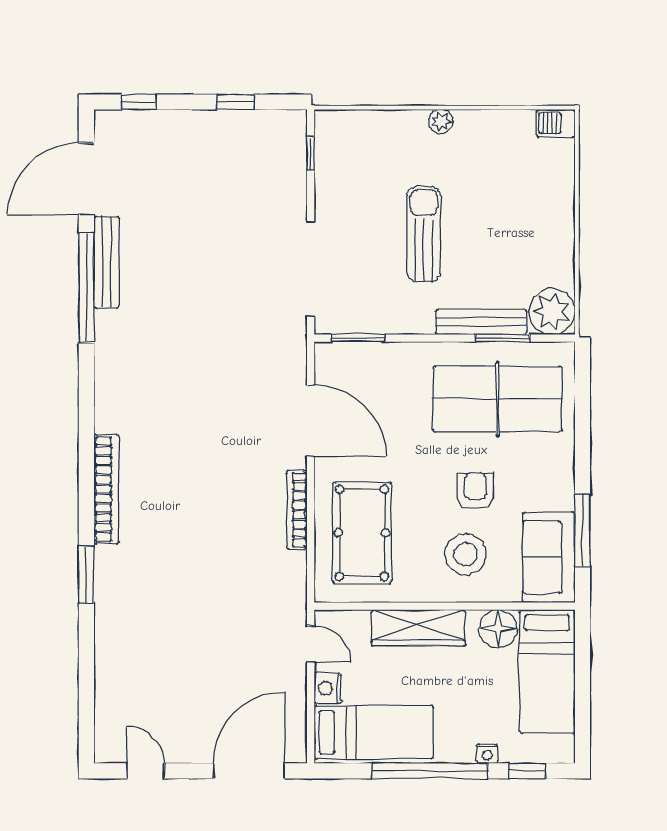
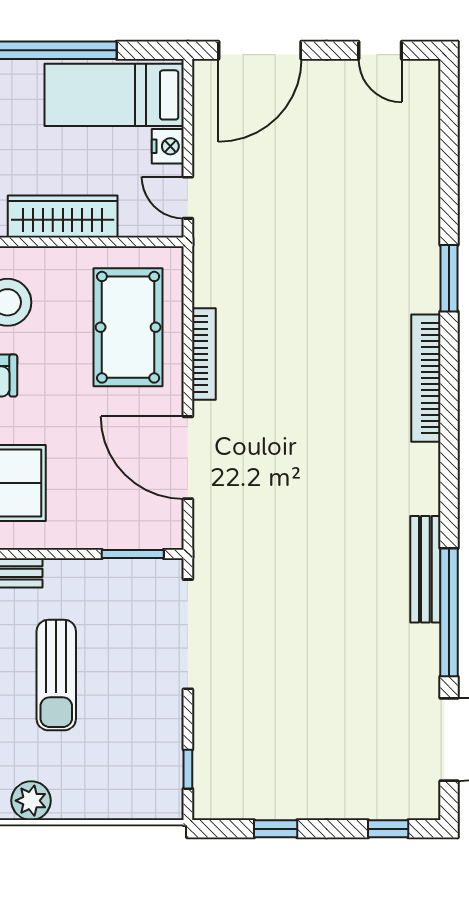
plant: (441, 122) -> (31, 801), width x1.38, depth x1.38
bench: (107, 262) -> (425, 569), moved

